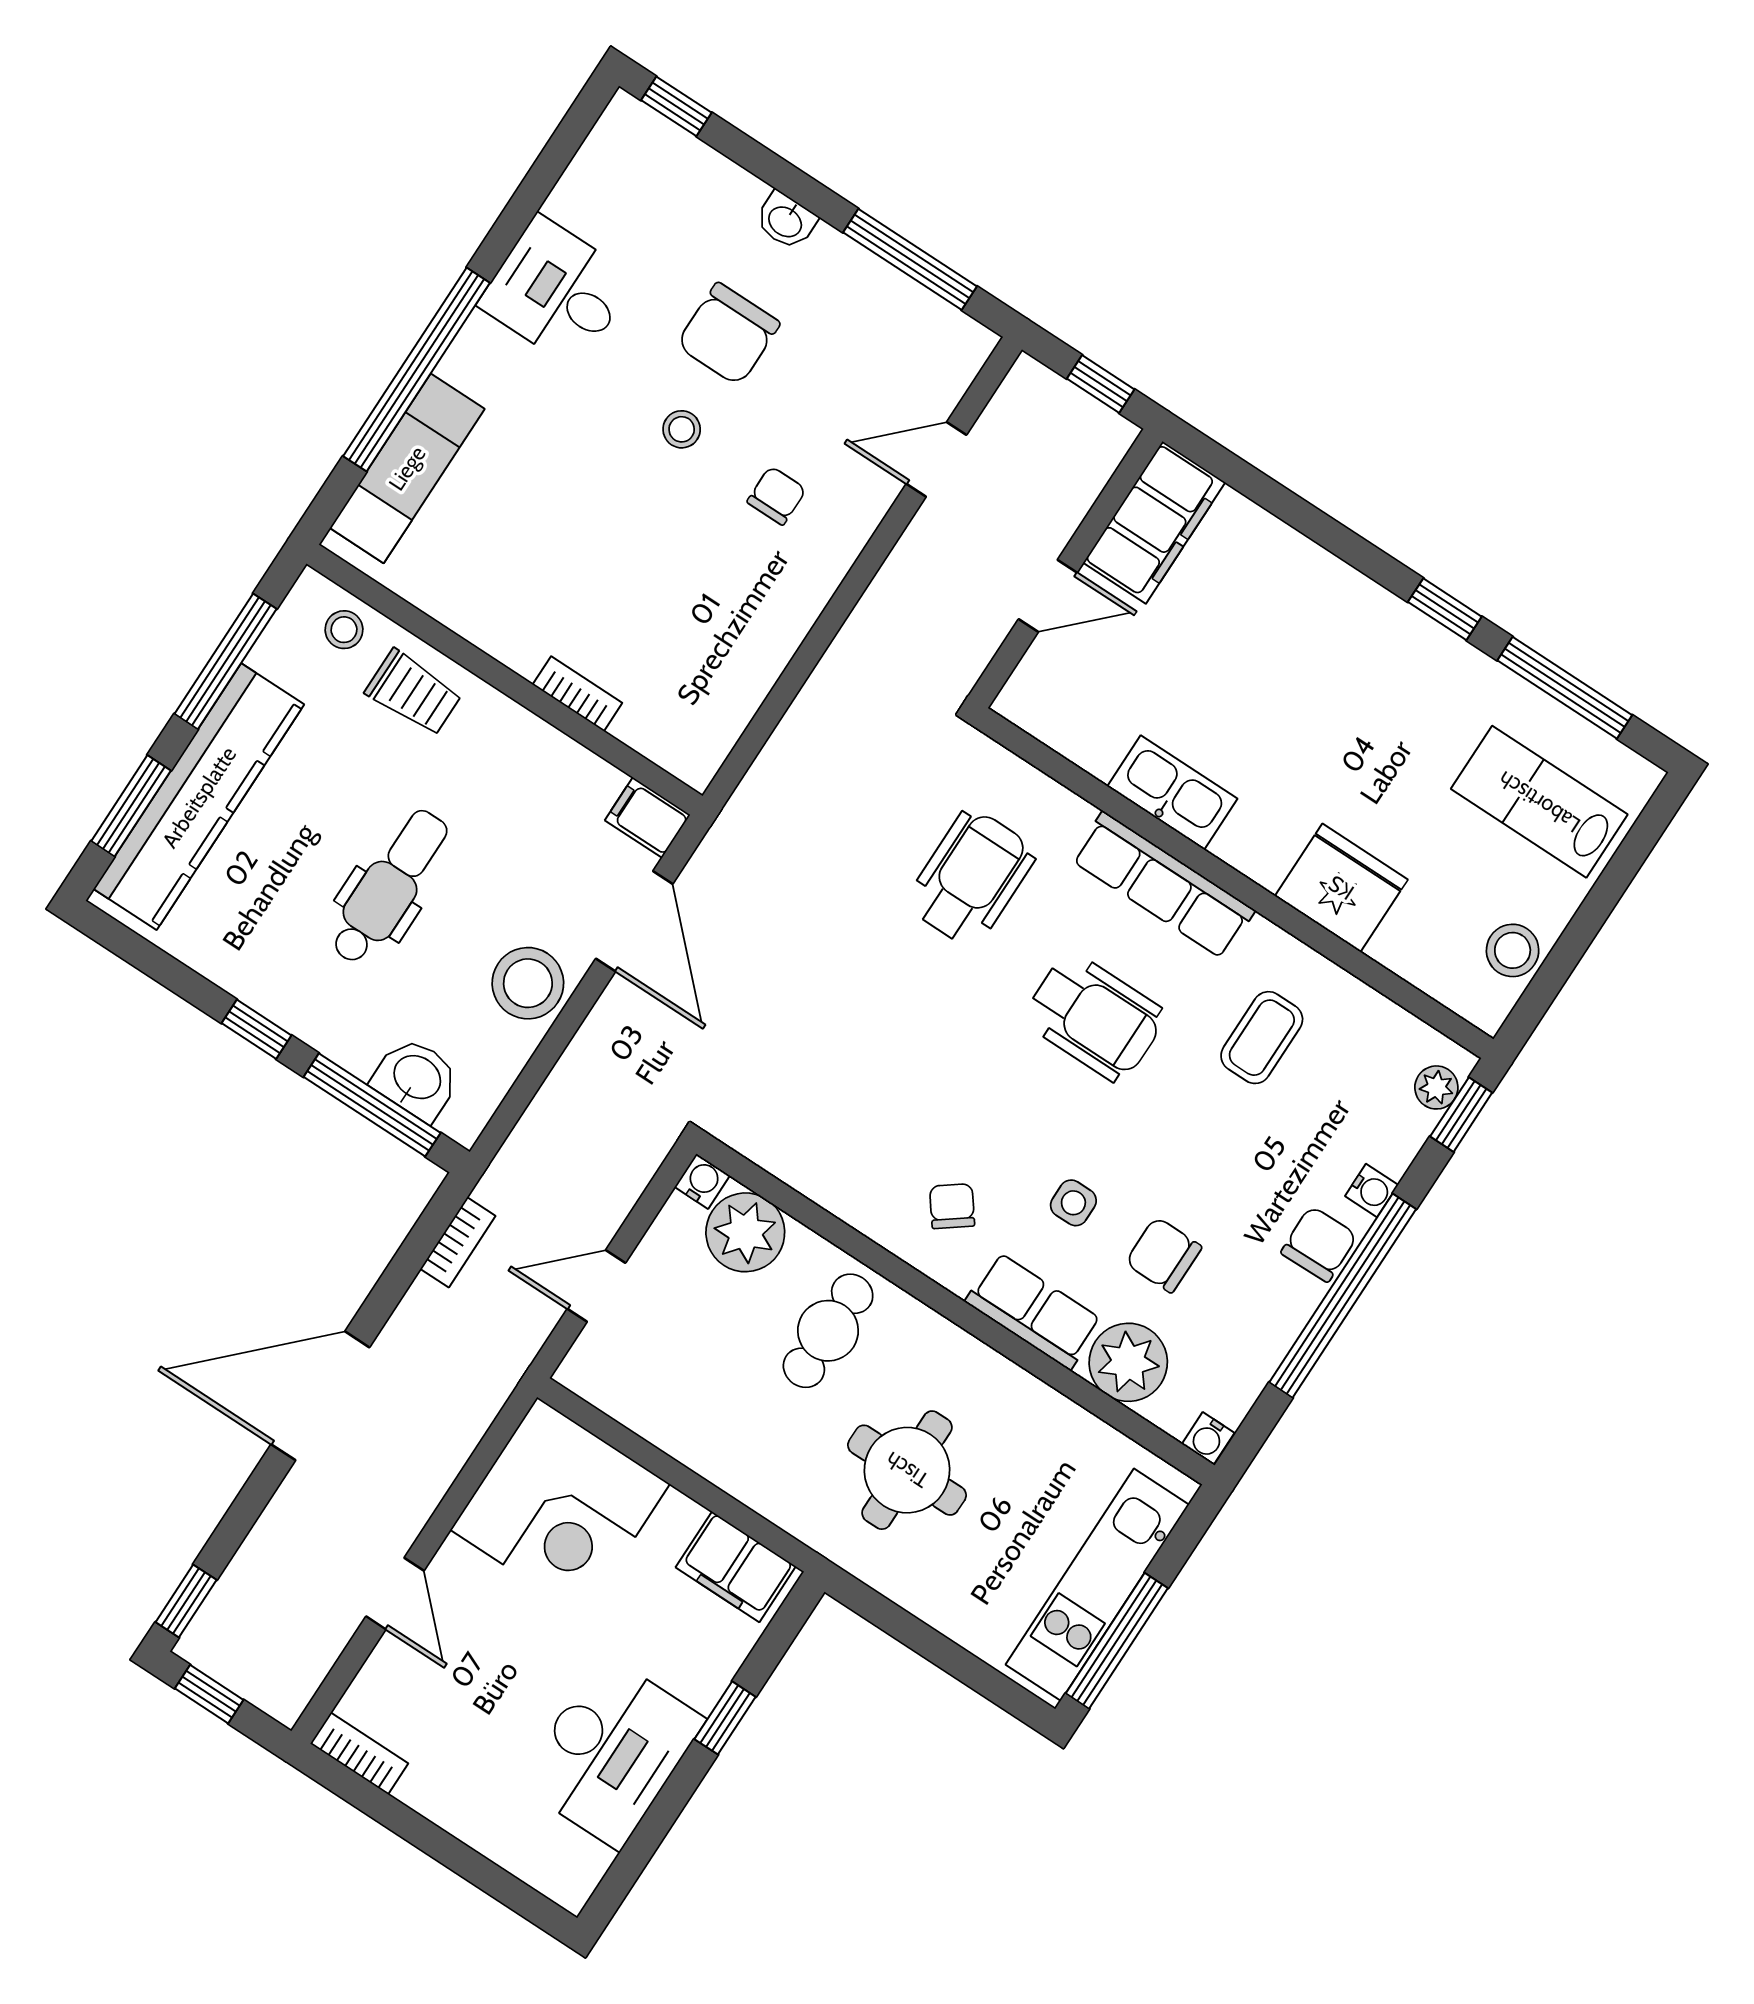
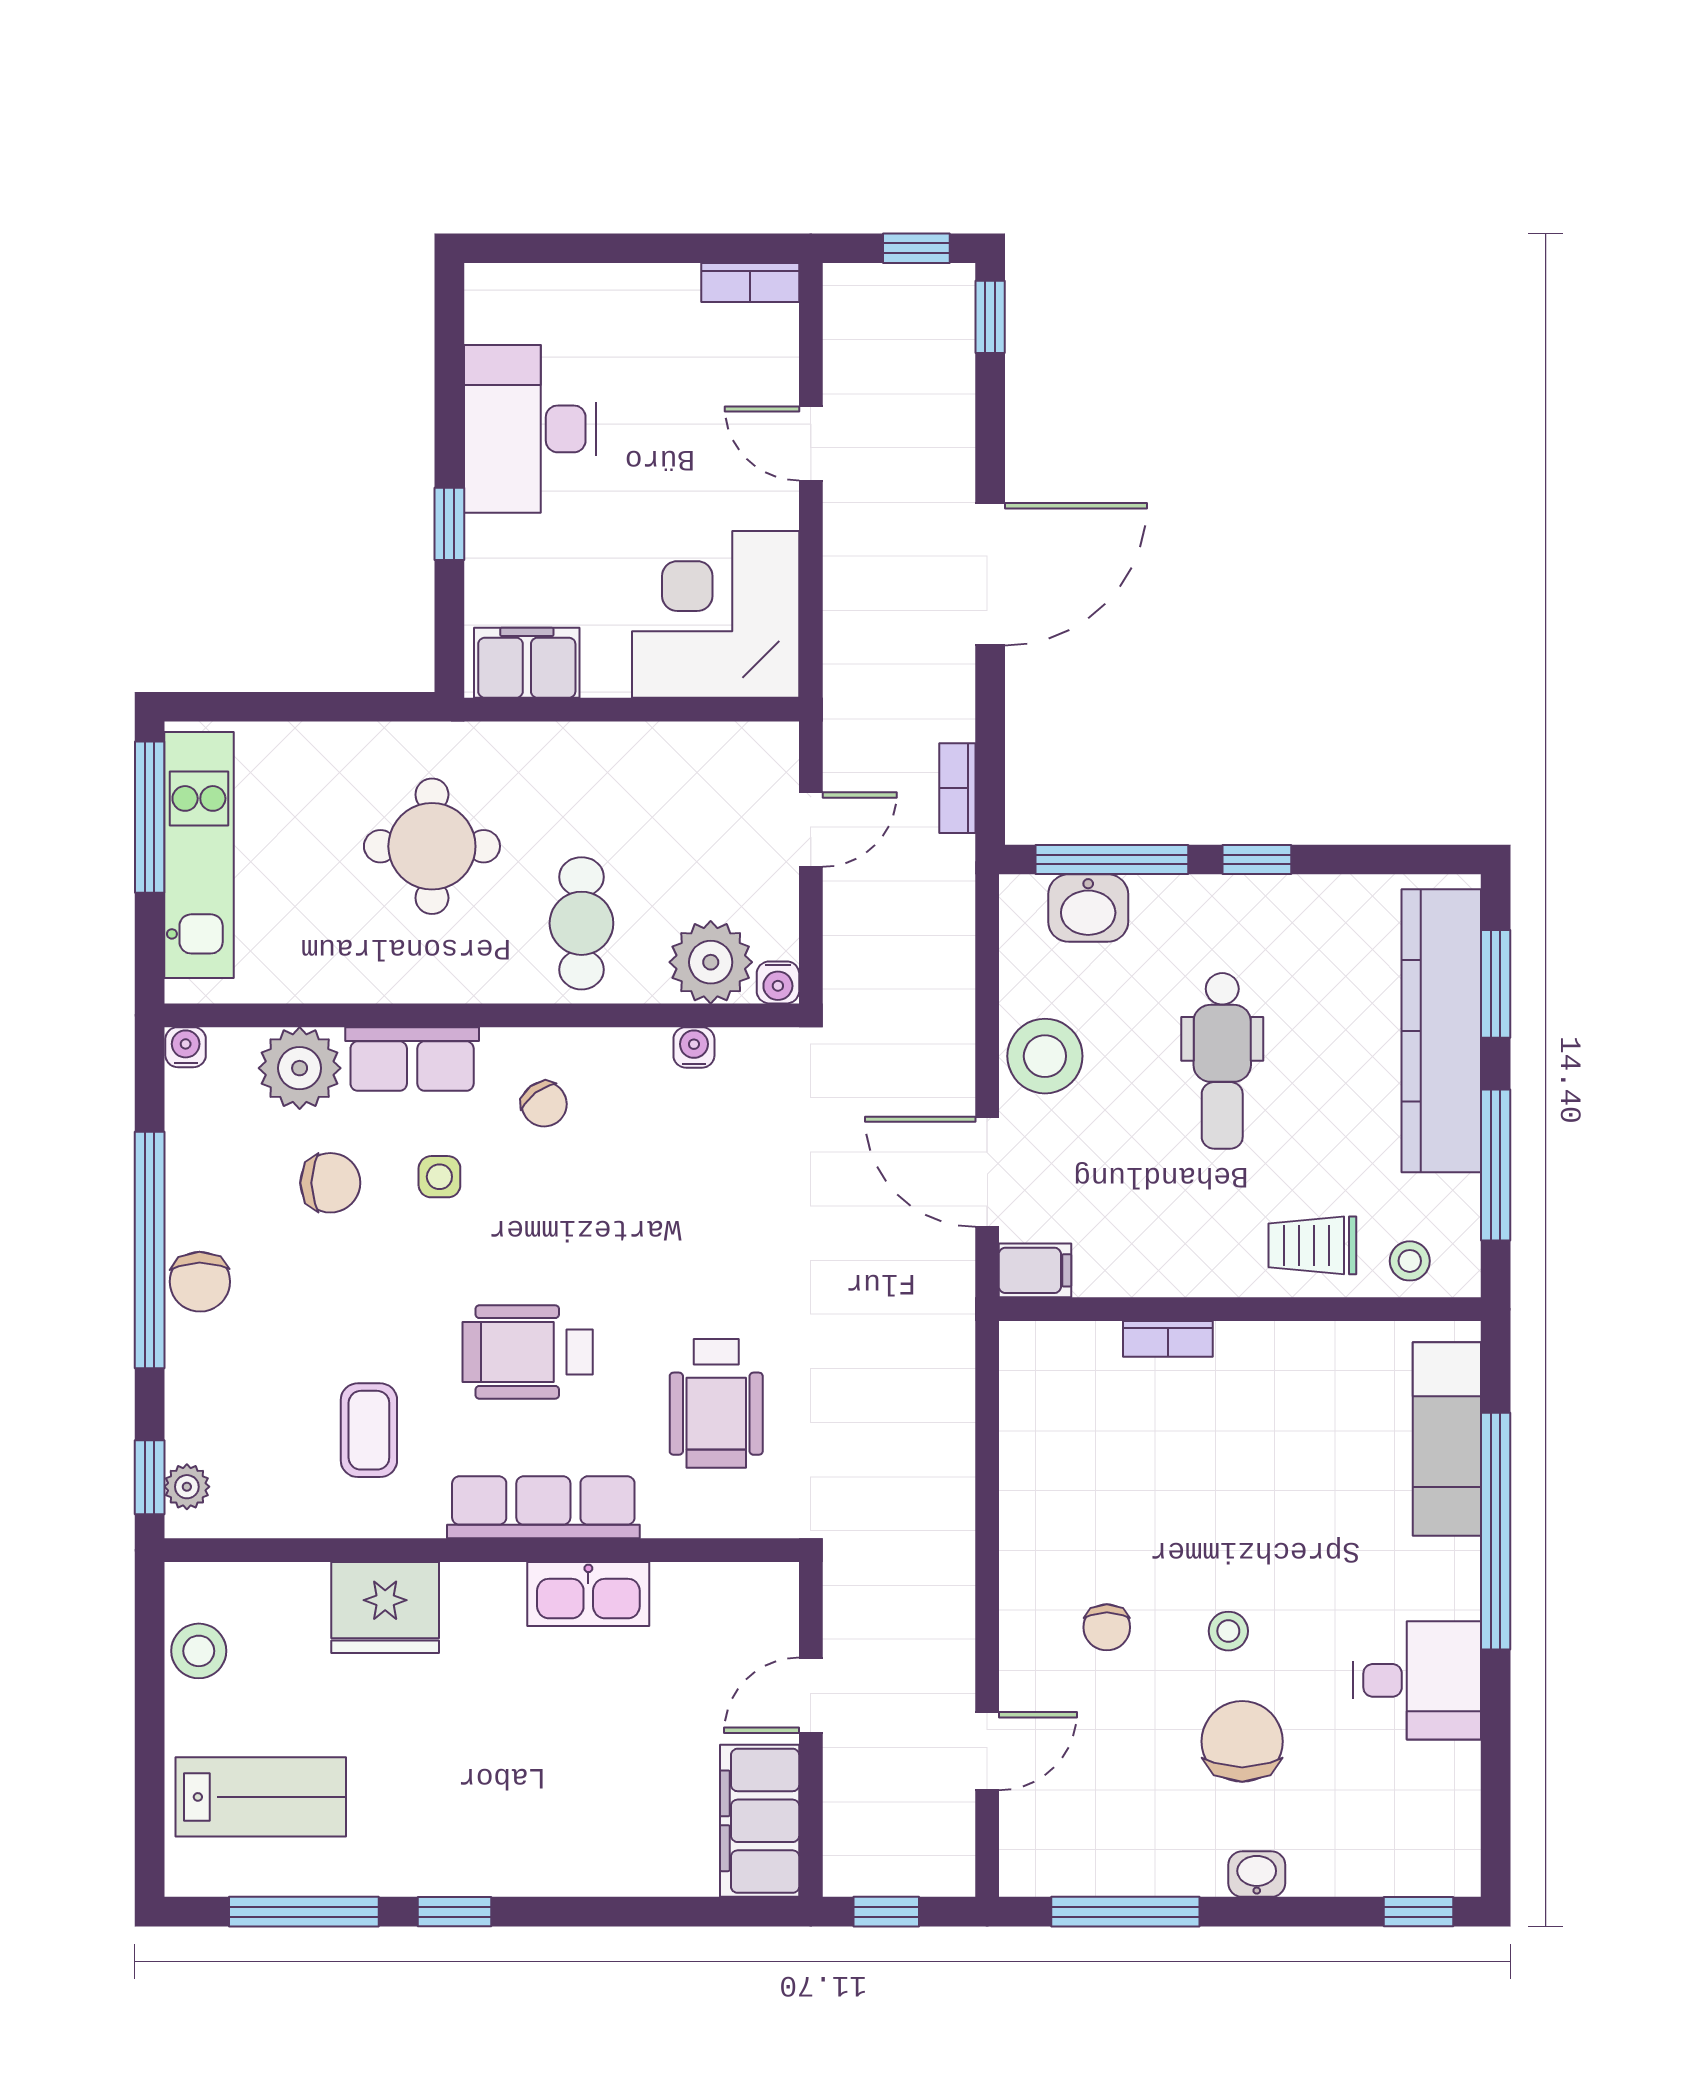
water cooler: (1372, 1190) -> (694, 1047), moved, turned 90

